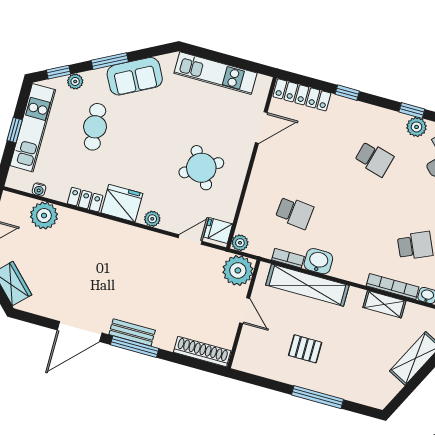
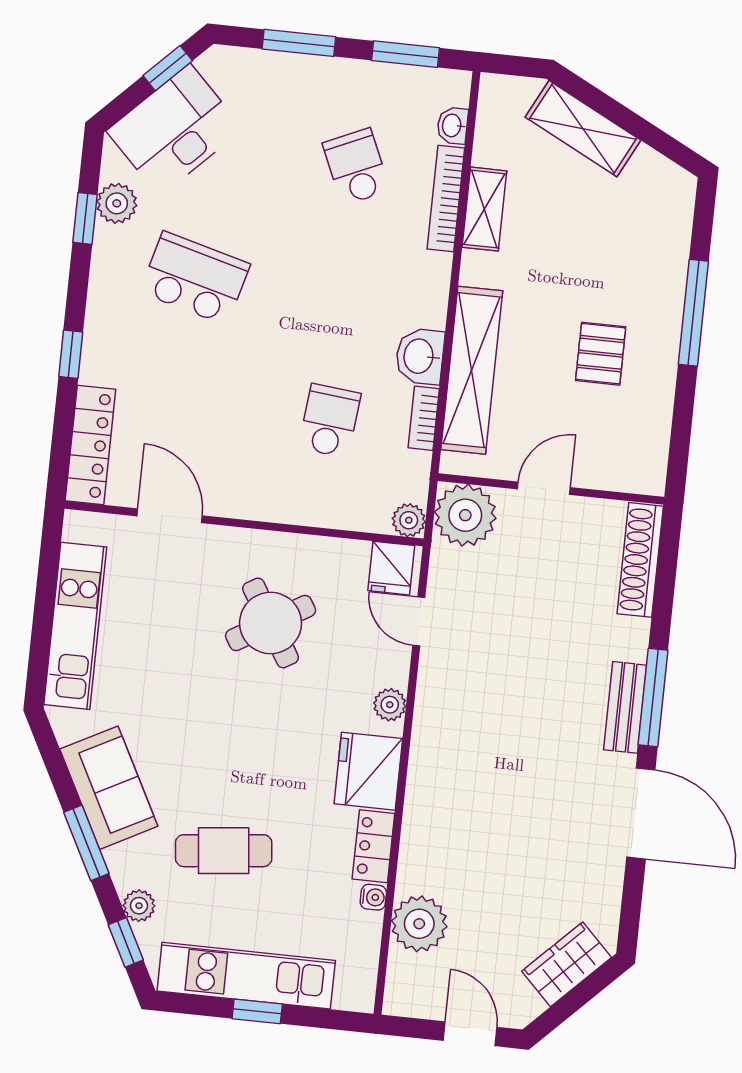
school desk: (374, 159) -> (195, 278), width x1.85
water cooler: (39, 190) -> (373, 897), moved

